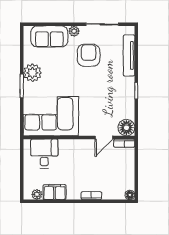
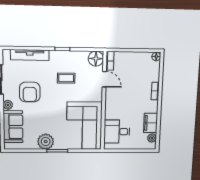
armchair: (89, 55) -> (30, 92), turned -90
coffee table: (104, 95) -> (66, 78), added

